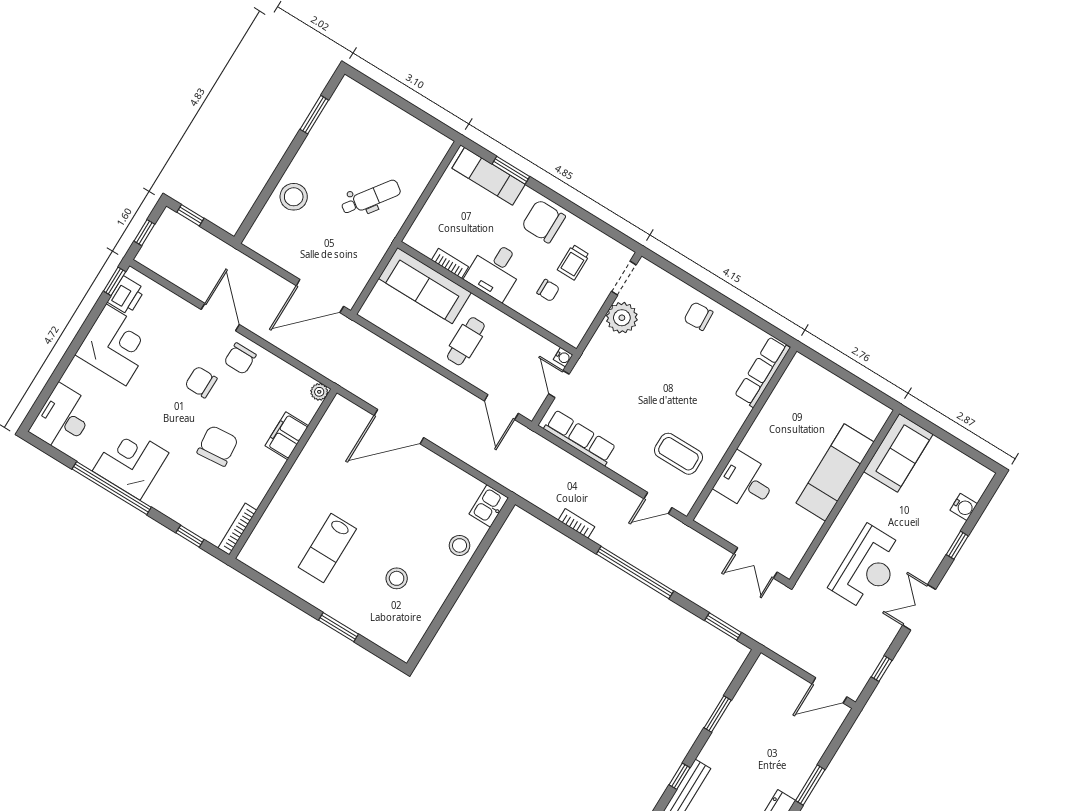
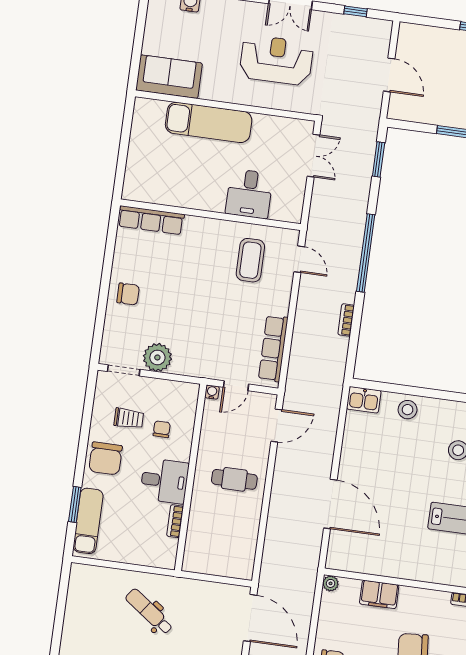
sofa: (425, 286) -> (203, 534), removed
chair: (698, 316) -> (128, 294), turned -87
door: (829, 690) -> (389, 75), moved

